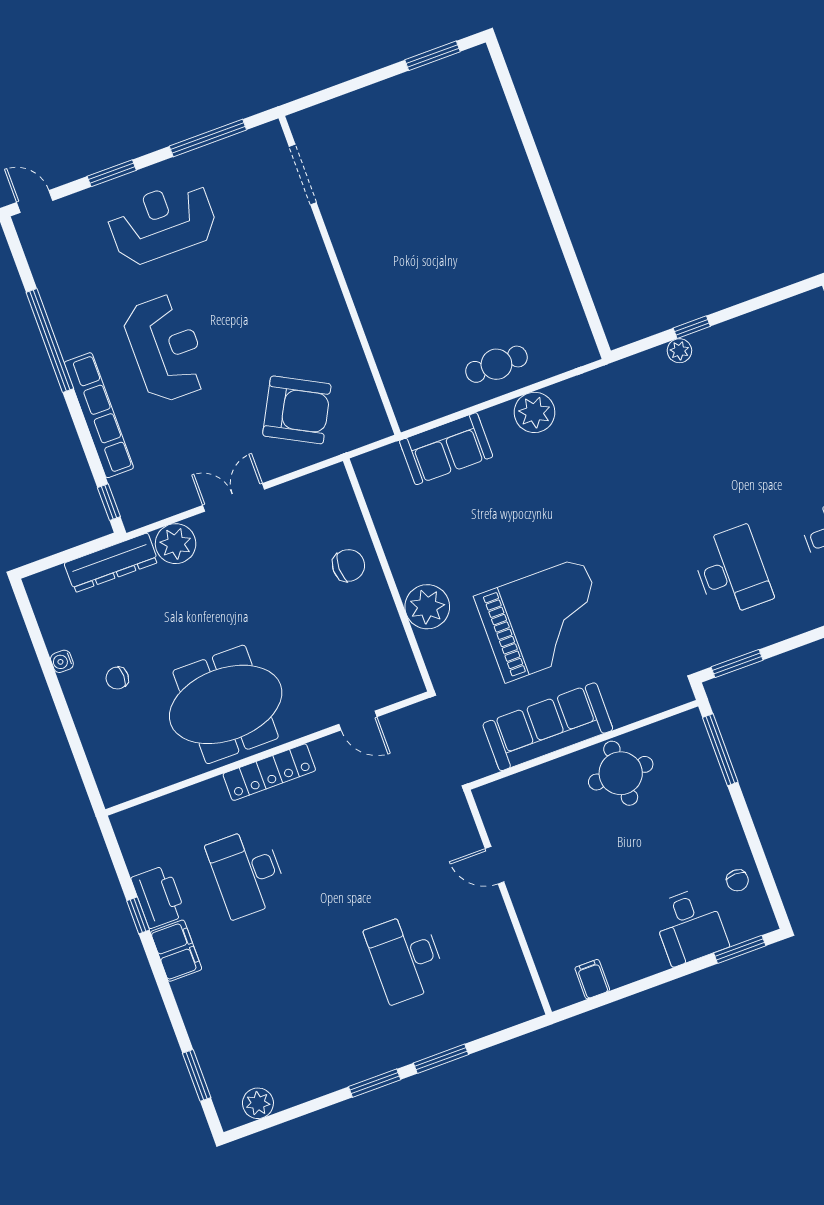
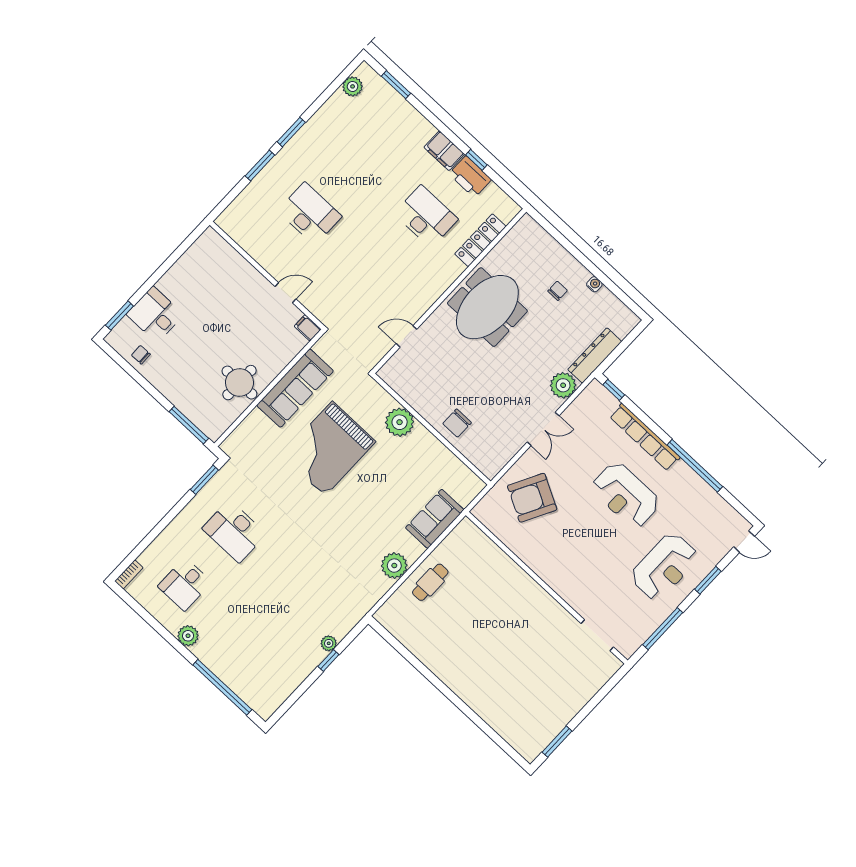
locker: (269, 772) -> (480, 240), moved
filing cabinet: (592, 979) -> (308, 328), moved, turned 180

